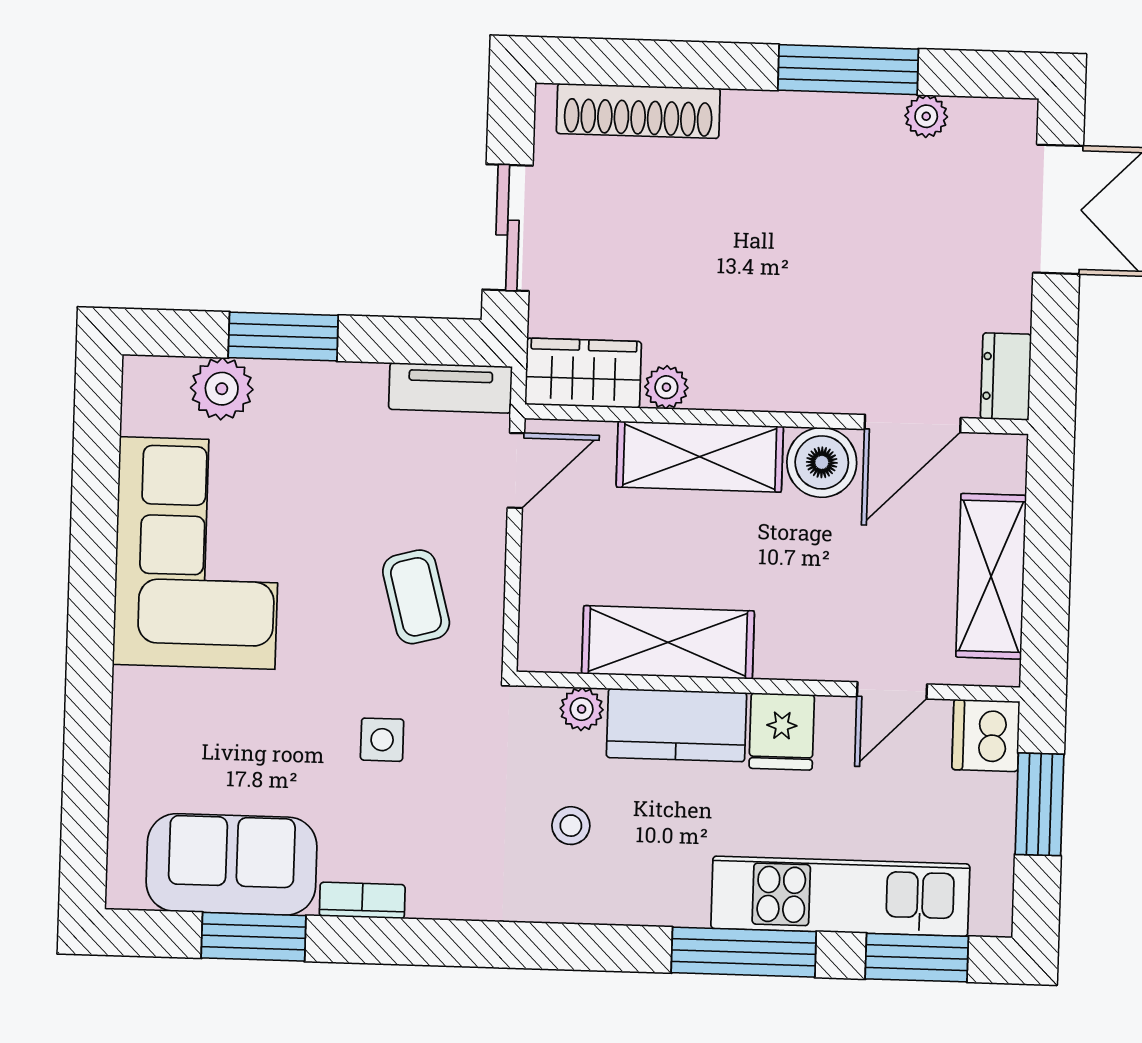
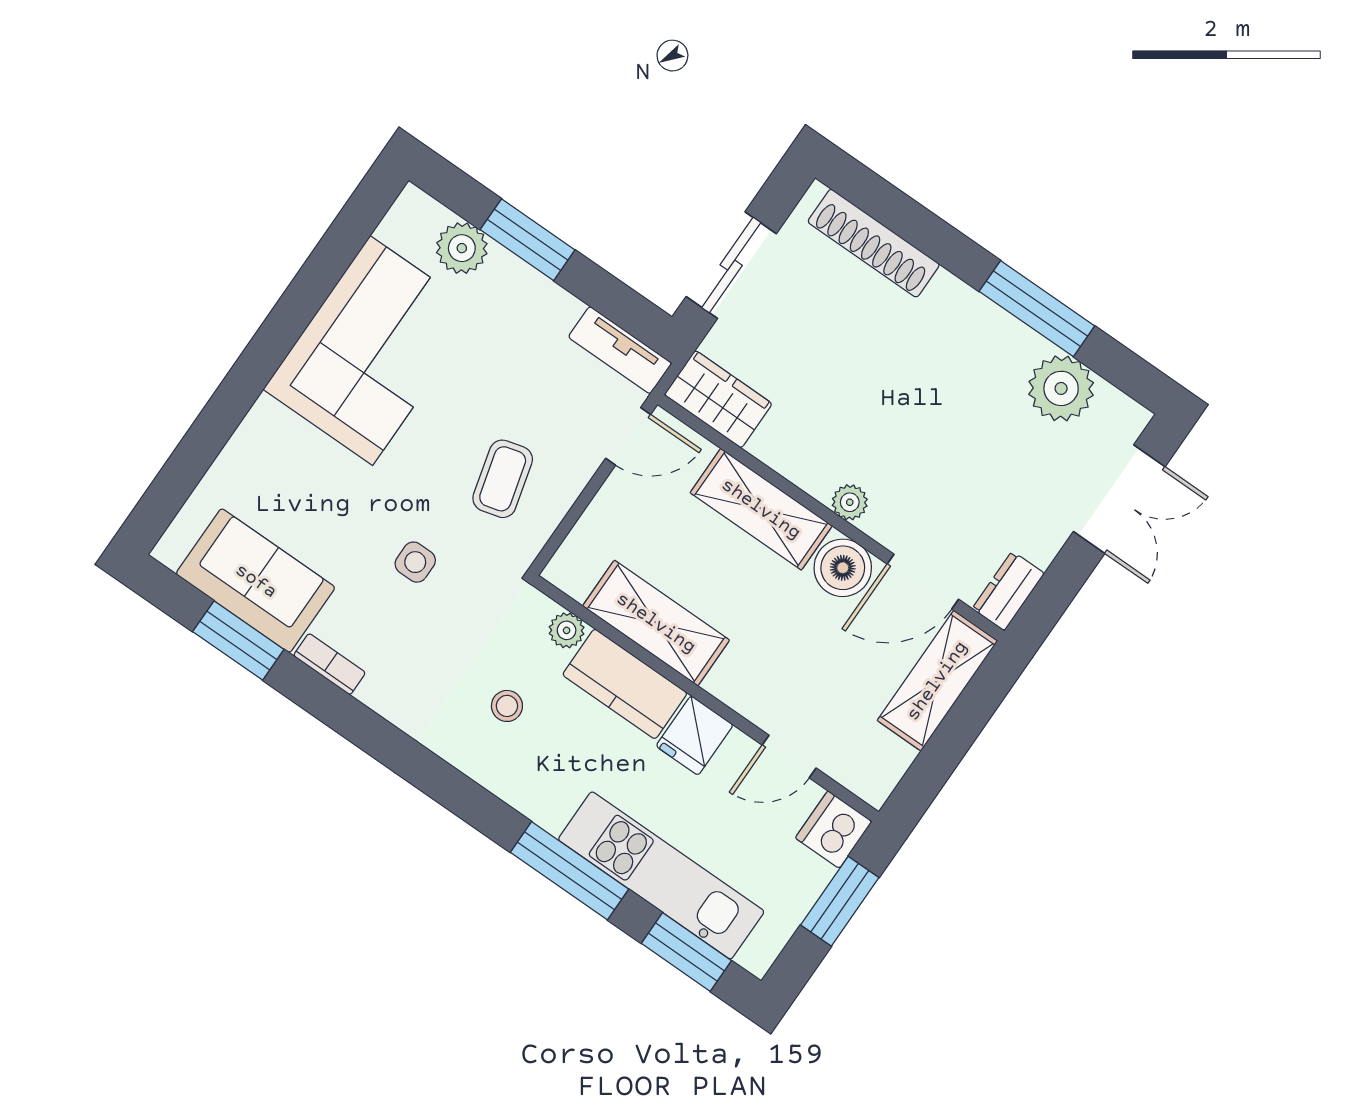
plant: (926, 116) -> (1061, 388), width x1.88, depth x1.88
plant: (666, 387) -> (850, 502), moved
shelving: (991, 576) -> (937, 681), moved

